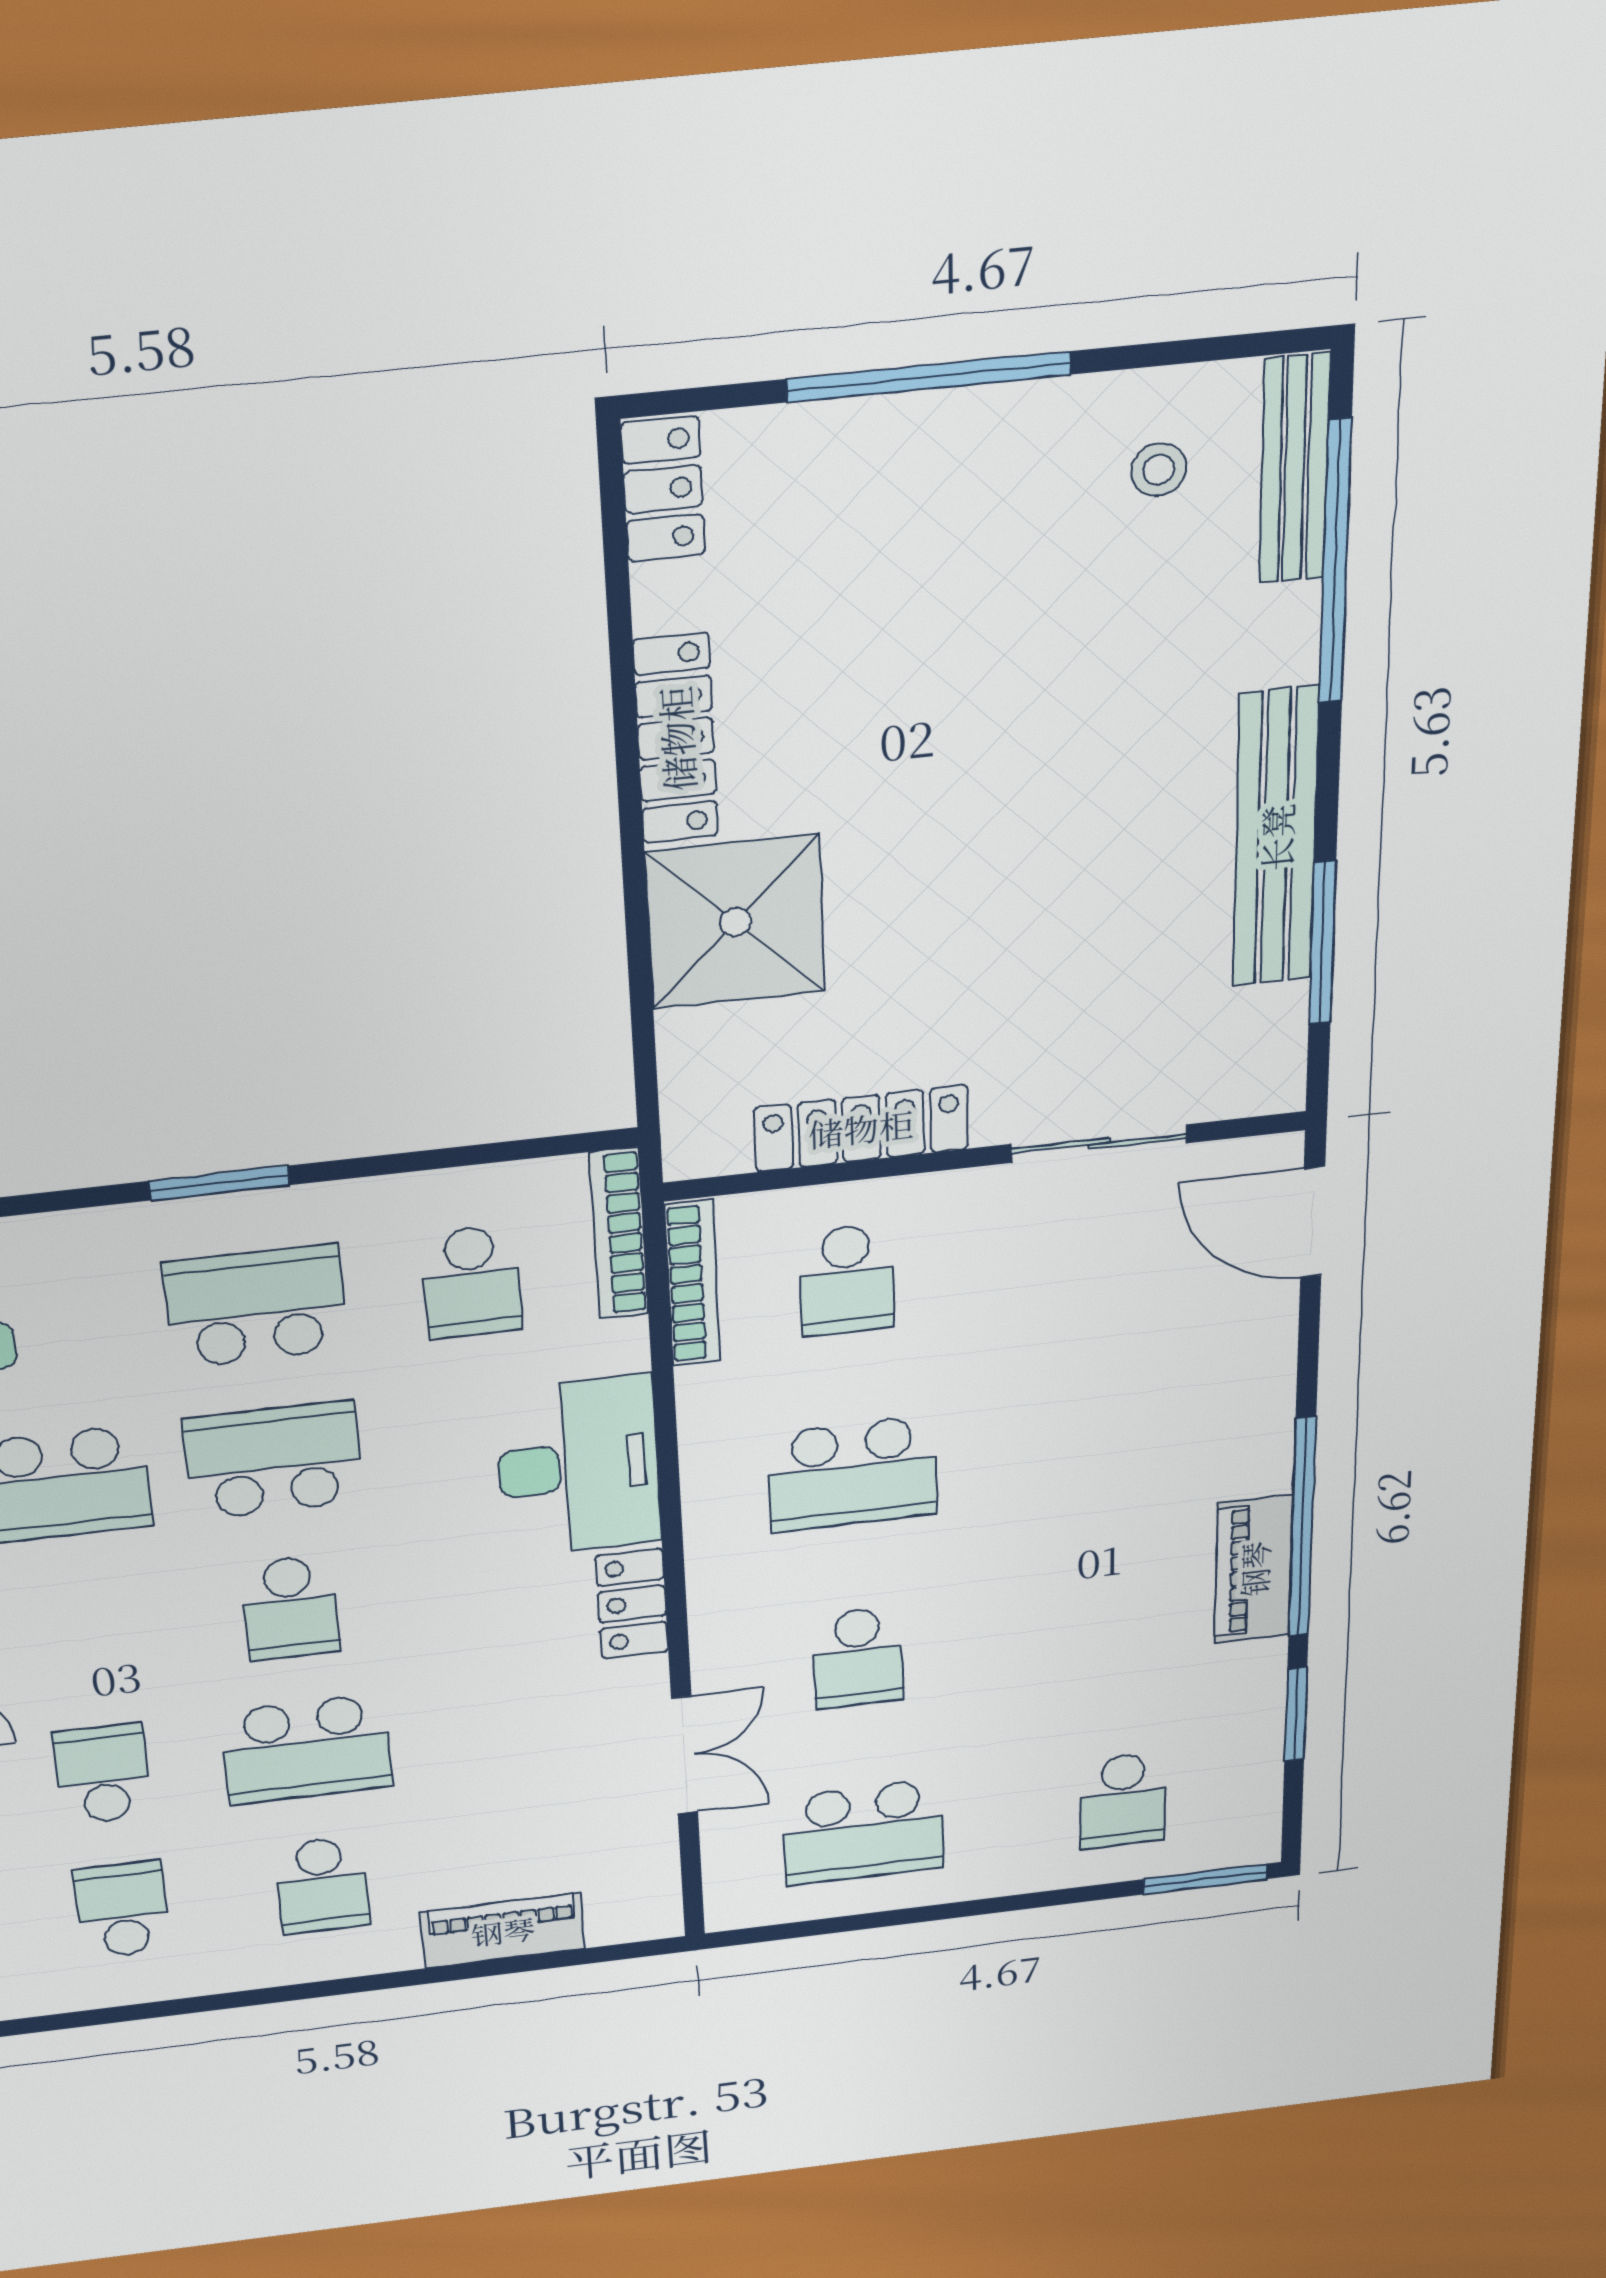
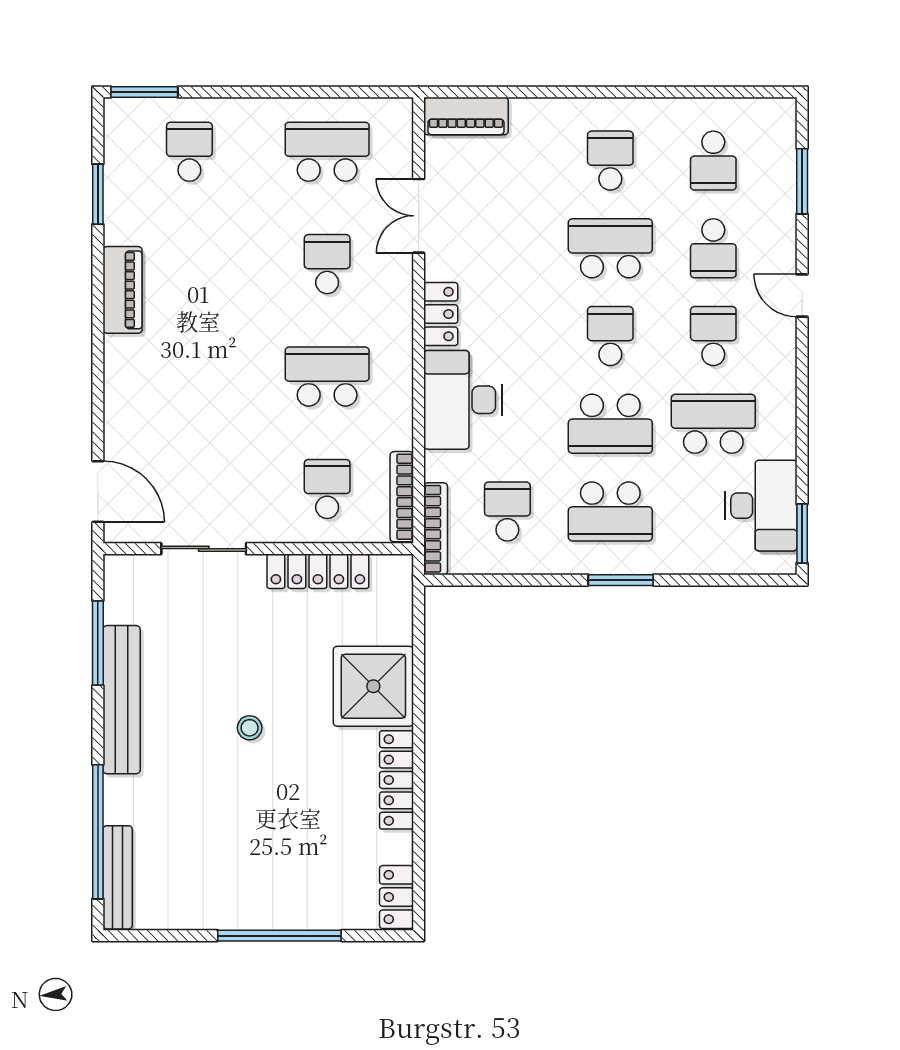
stool: (1159, 470) -> (250, 728), moved
window: (1302, 1528) -> (98, 312), removed
school desk: (83, 1632) -> (713, 336), added
piano: (503, 1931) -> (466, 116), moved

